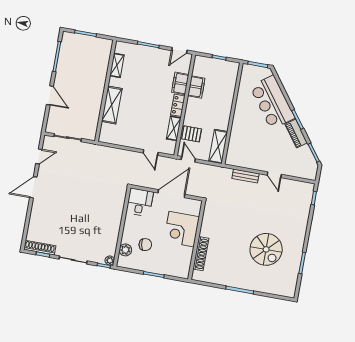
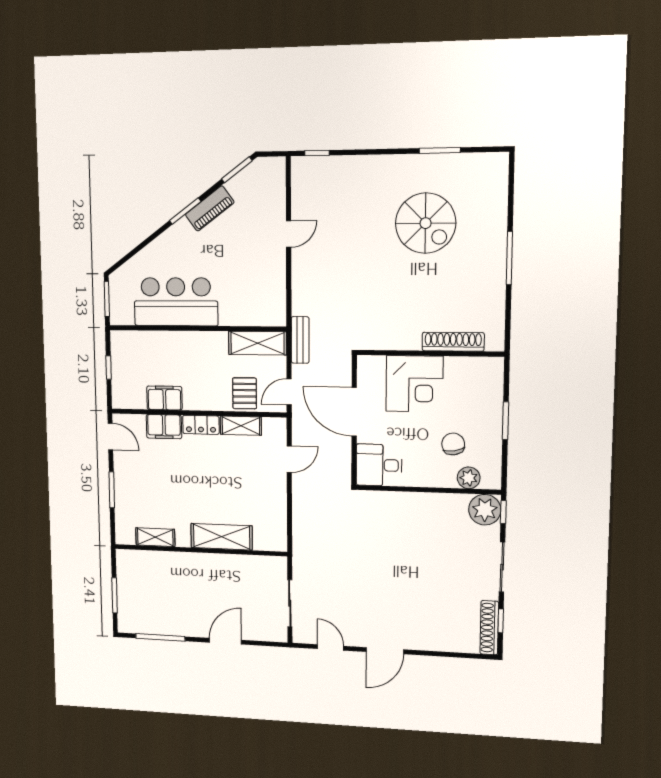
bar counter: (272, 102) -> (176, 302), moved, turned -144
bench: (245, 176) -> (300, 340), moved
door: (33, 187) -> (385, 651), hinge flipped
spiral stairs: (266, 249) -> (426, 223), turned 90
plant: (110, 260) -> (485, 510), width x1.87, depth x1.87

